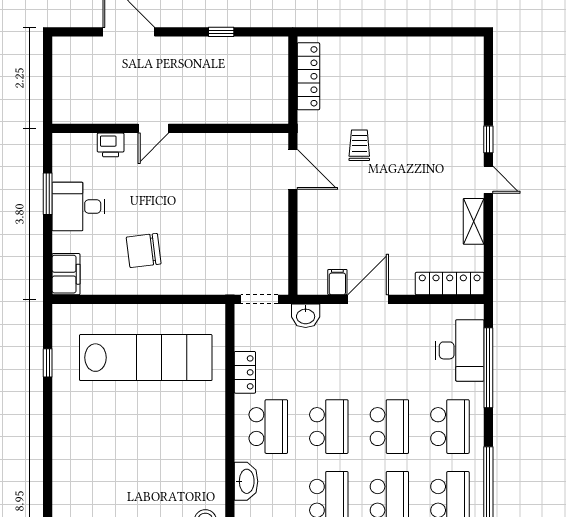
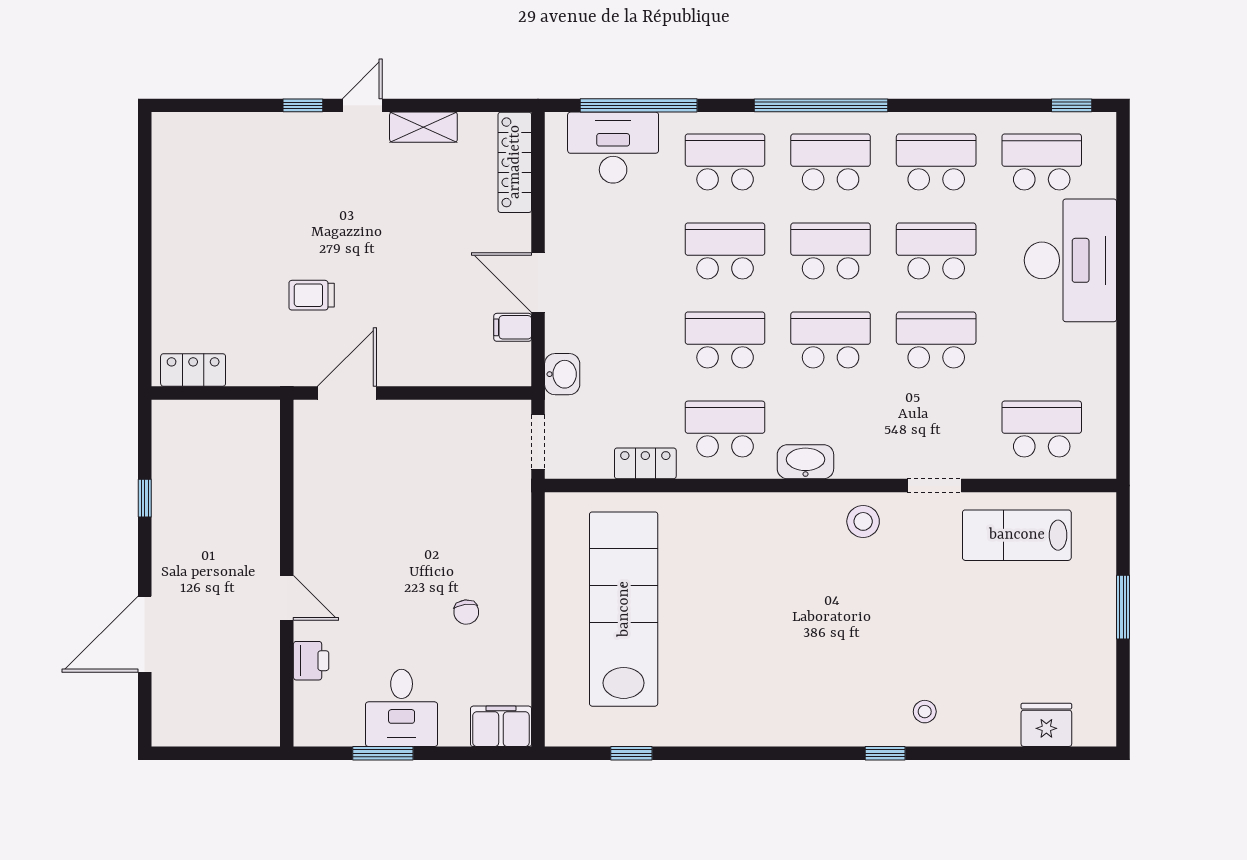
locker: (308, 76) -> (193, 370), width x0.66
chair: (144, 251) -> (466, 612), width x0.54, depth x0.54

